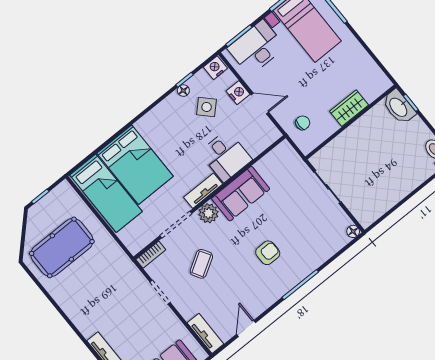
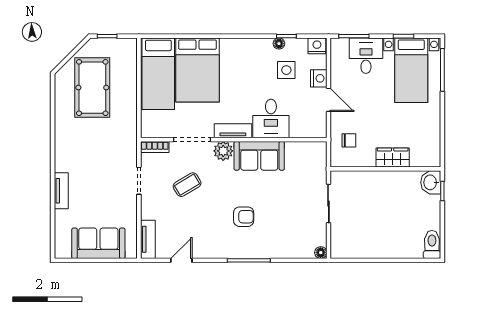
desk: (256, 48) -> (366, 56), width x0.73
side table: (207, 107) -> (286, 70), turned 45
washbasin: (399, 107) -> (431, 182), width x0.72
pool table: (62, 247) -> (92, 88), turned 90

